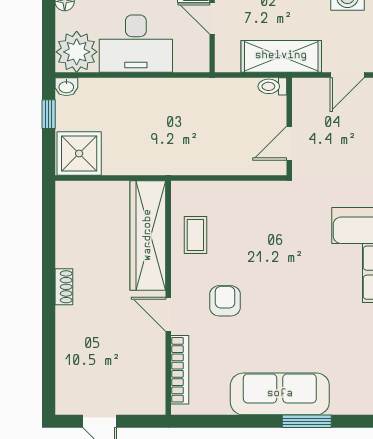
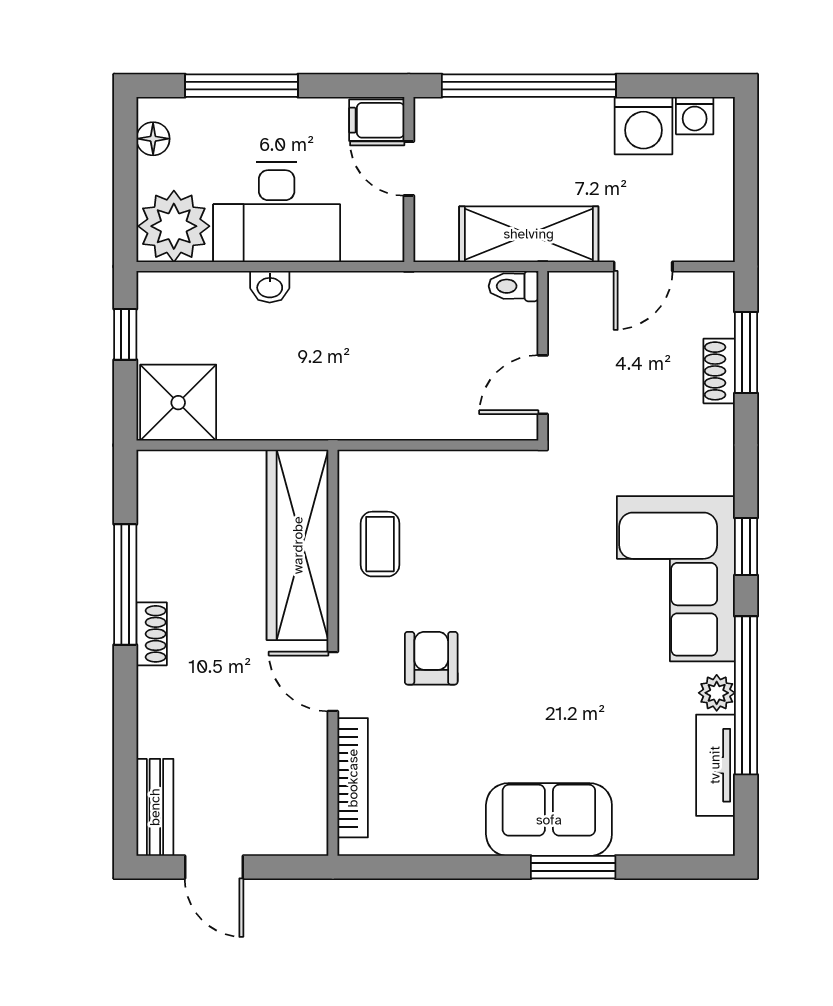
washbasin: (66, 87) -> (270, 287), moved
window: (49, 258) -> (125, 584), added
bench: (66, 387) -> (155, 807), added
sofa: (280, 394) -> (549, 820), width x0.73

